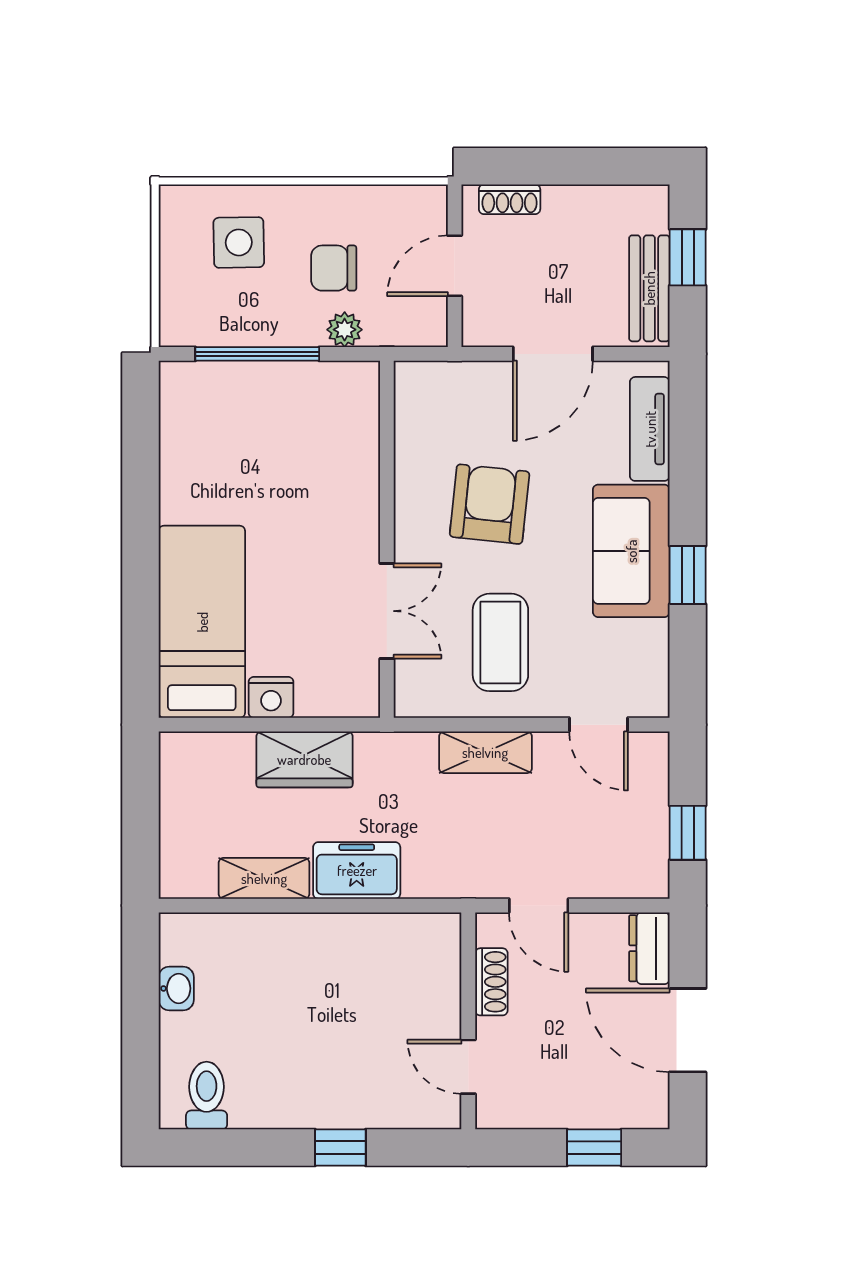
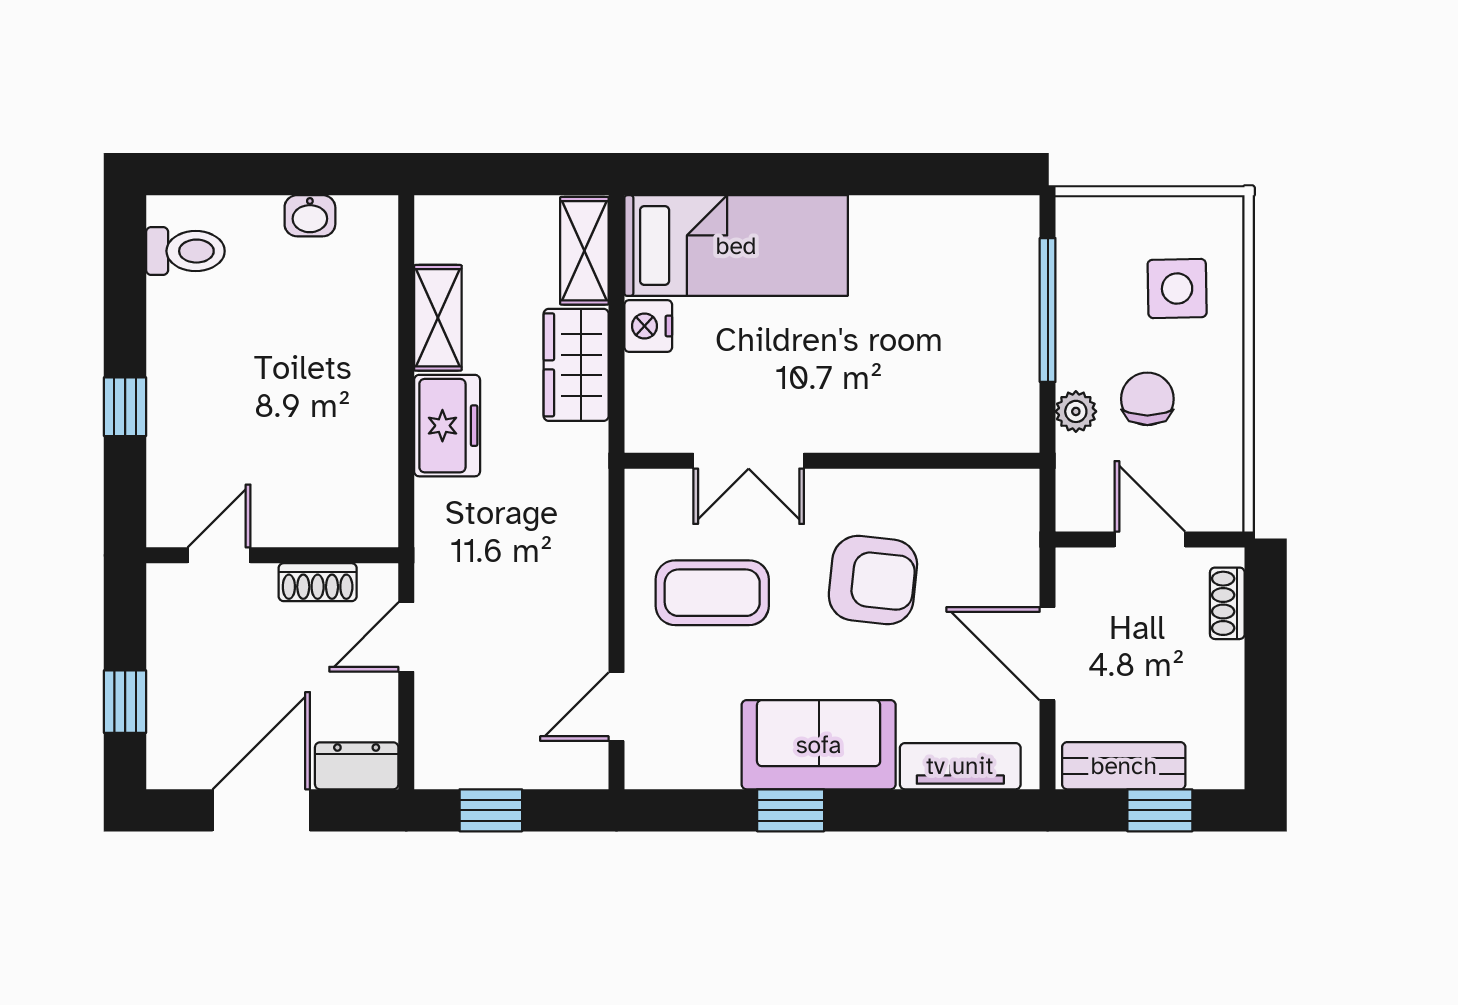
shelving: (485, 752) -> (584, 251), moved

